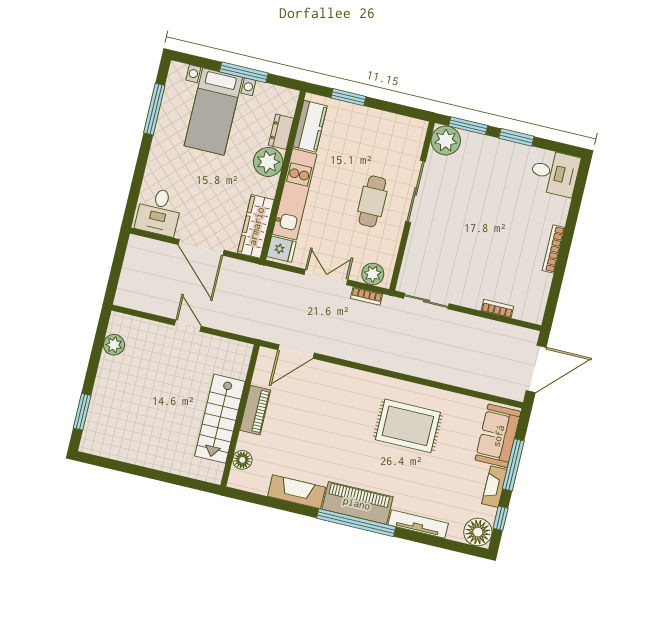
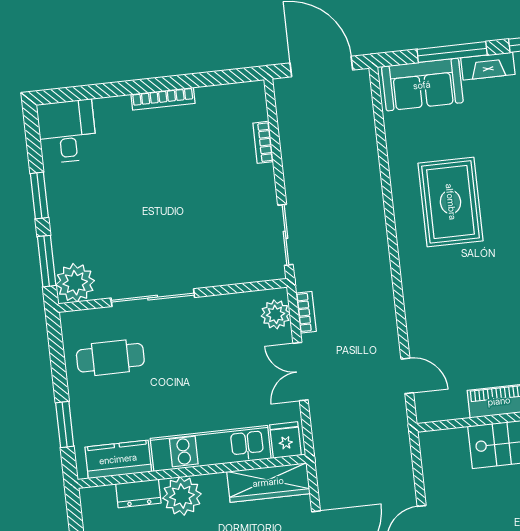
cafe table: (372, 201) -> (110, 358), moved
door: (296, 351) -> (407, 376), width x0.73

